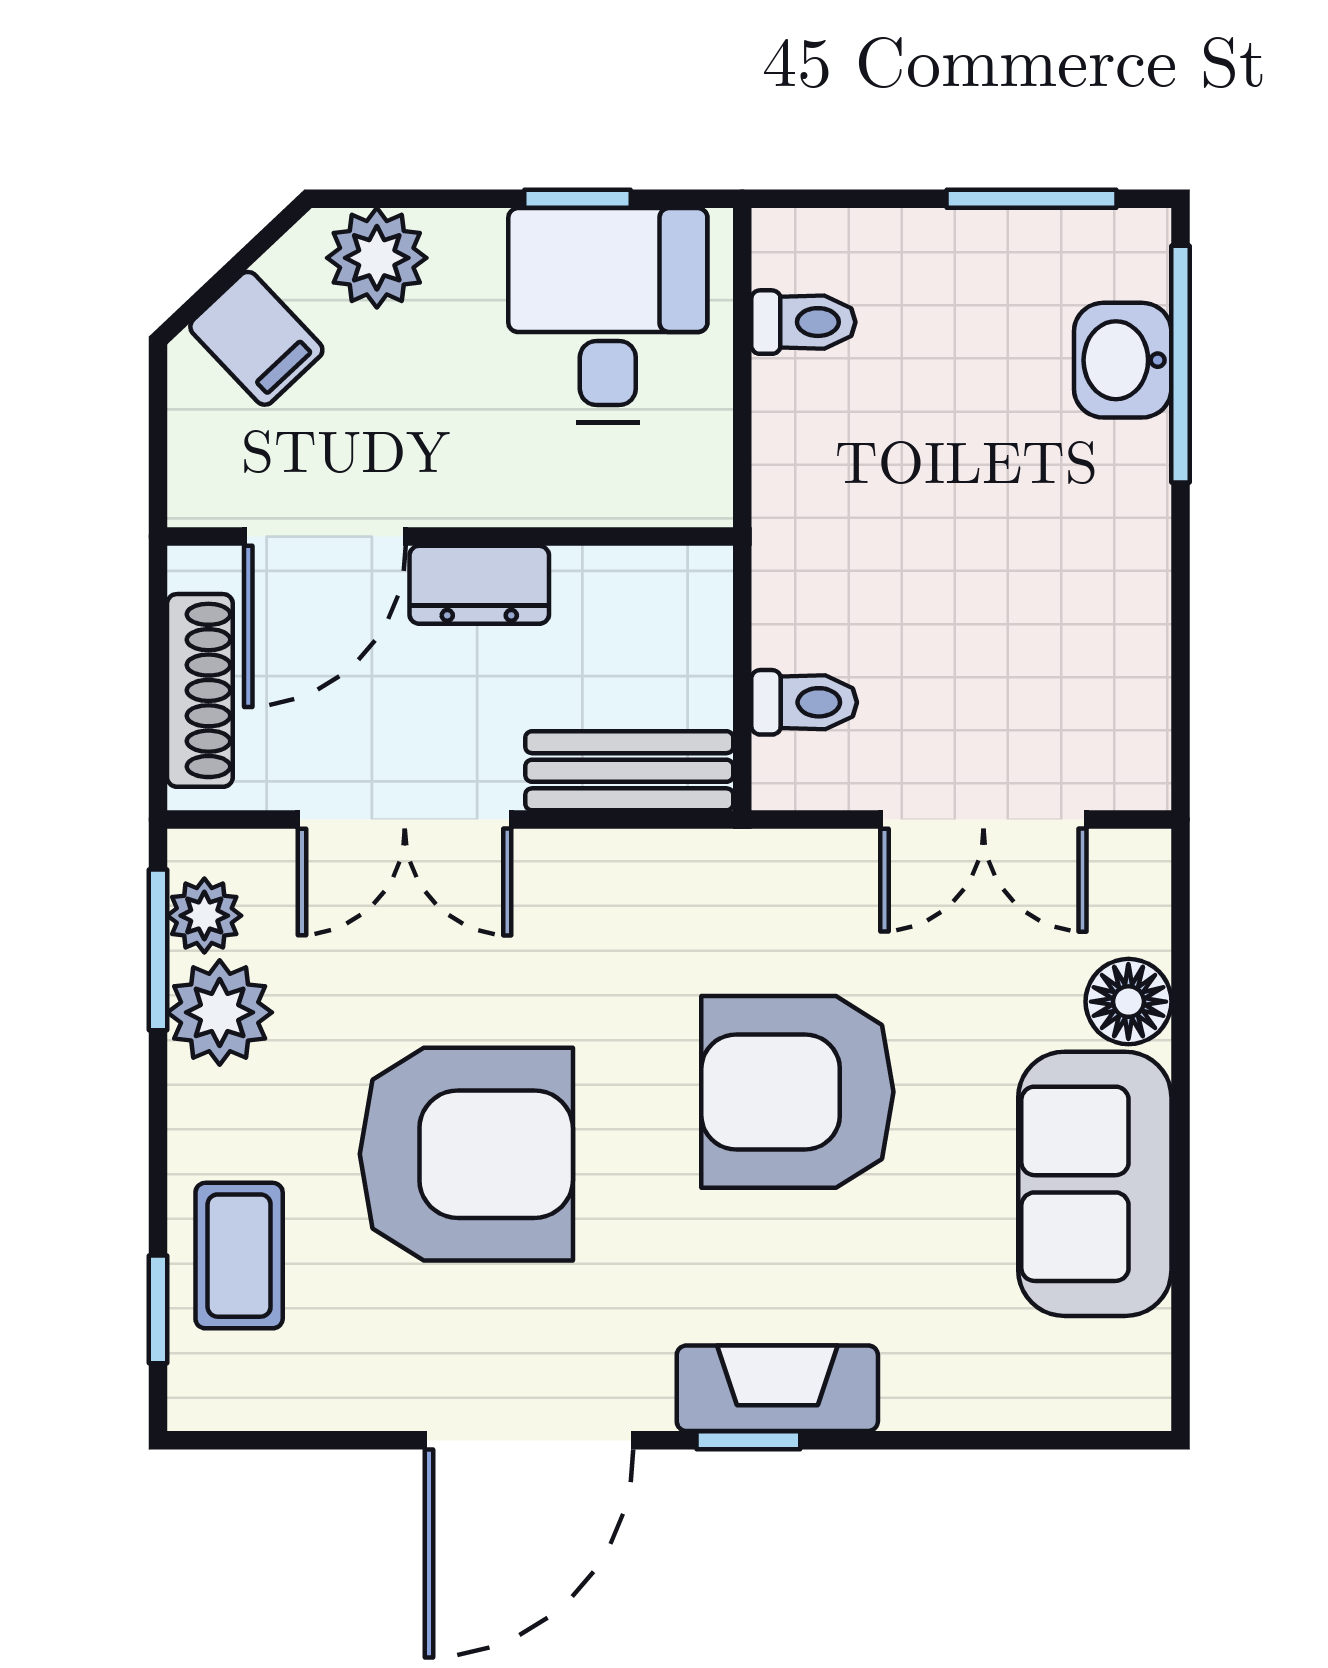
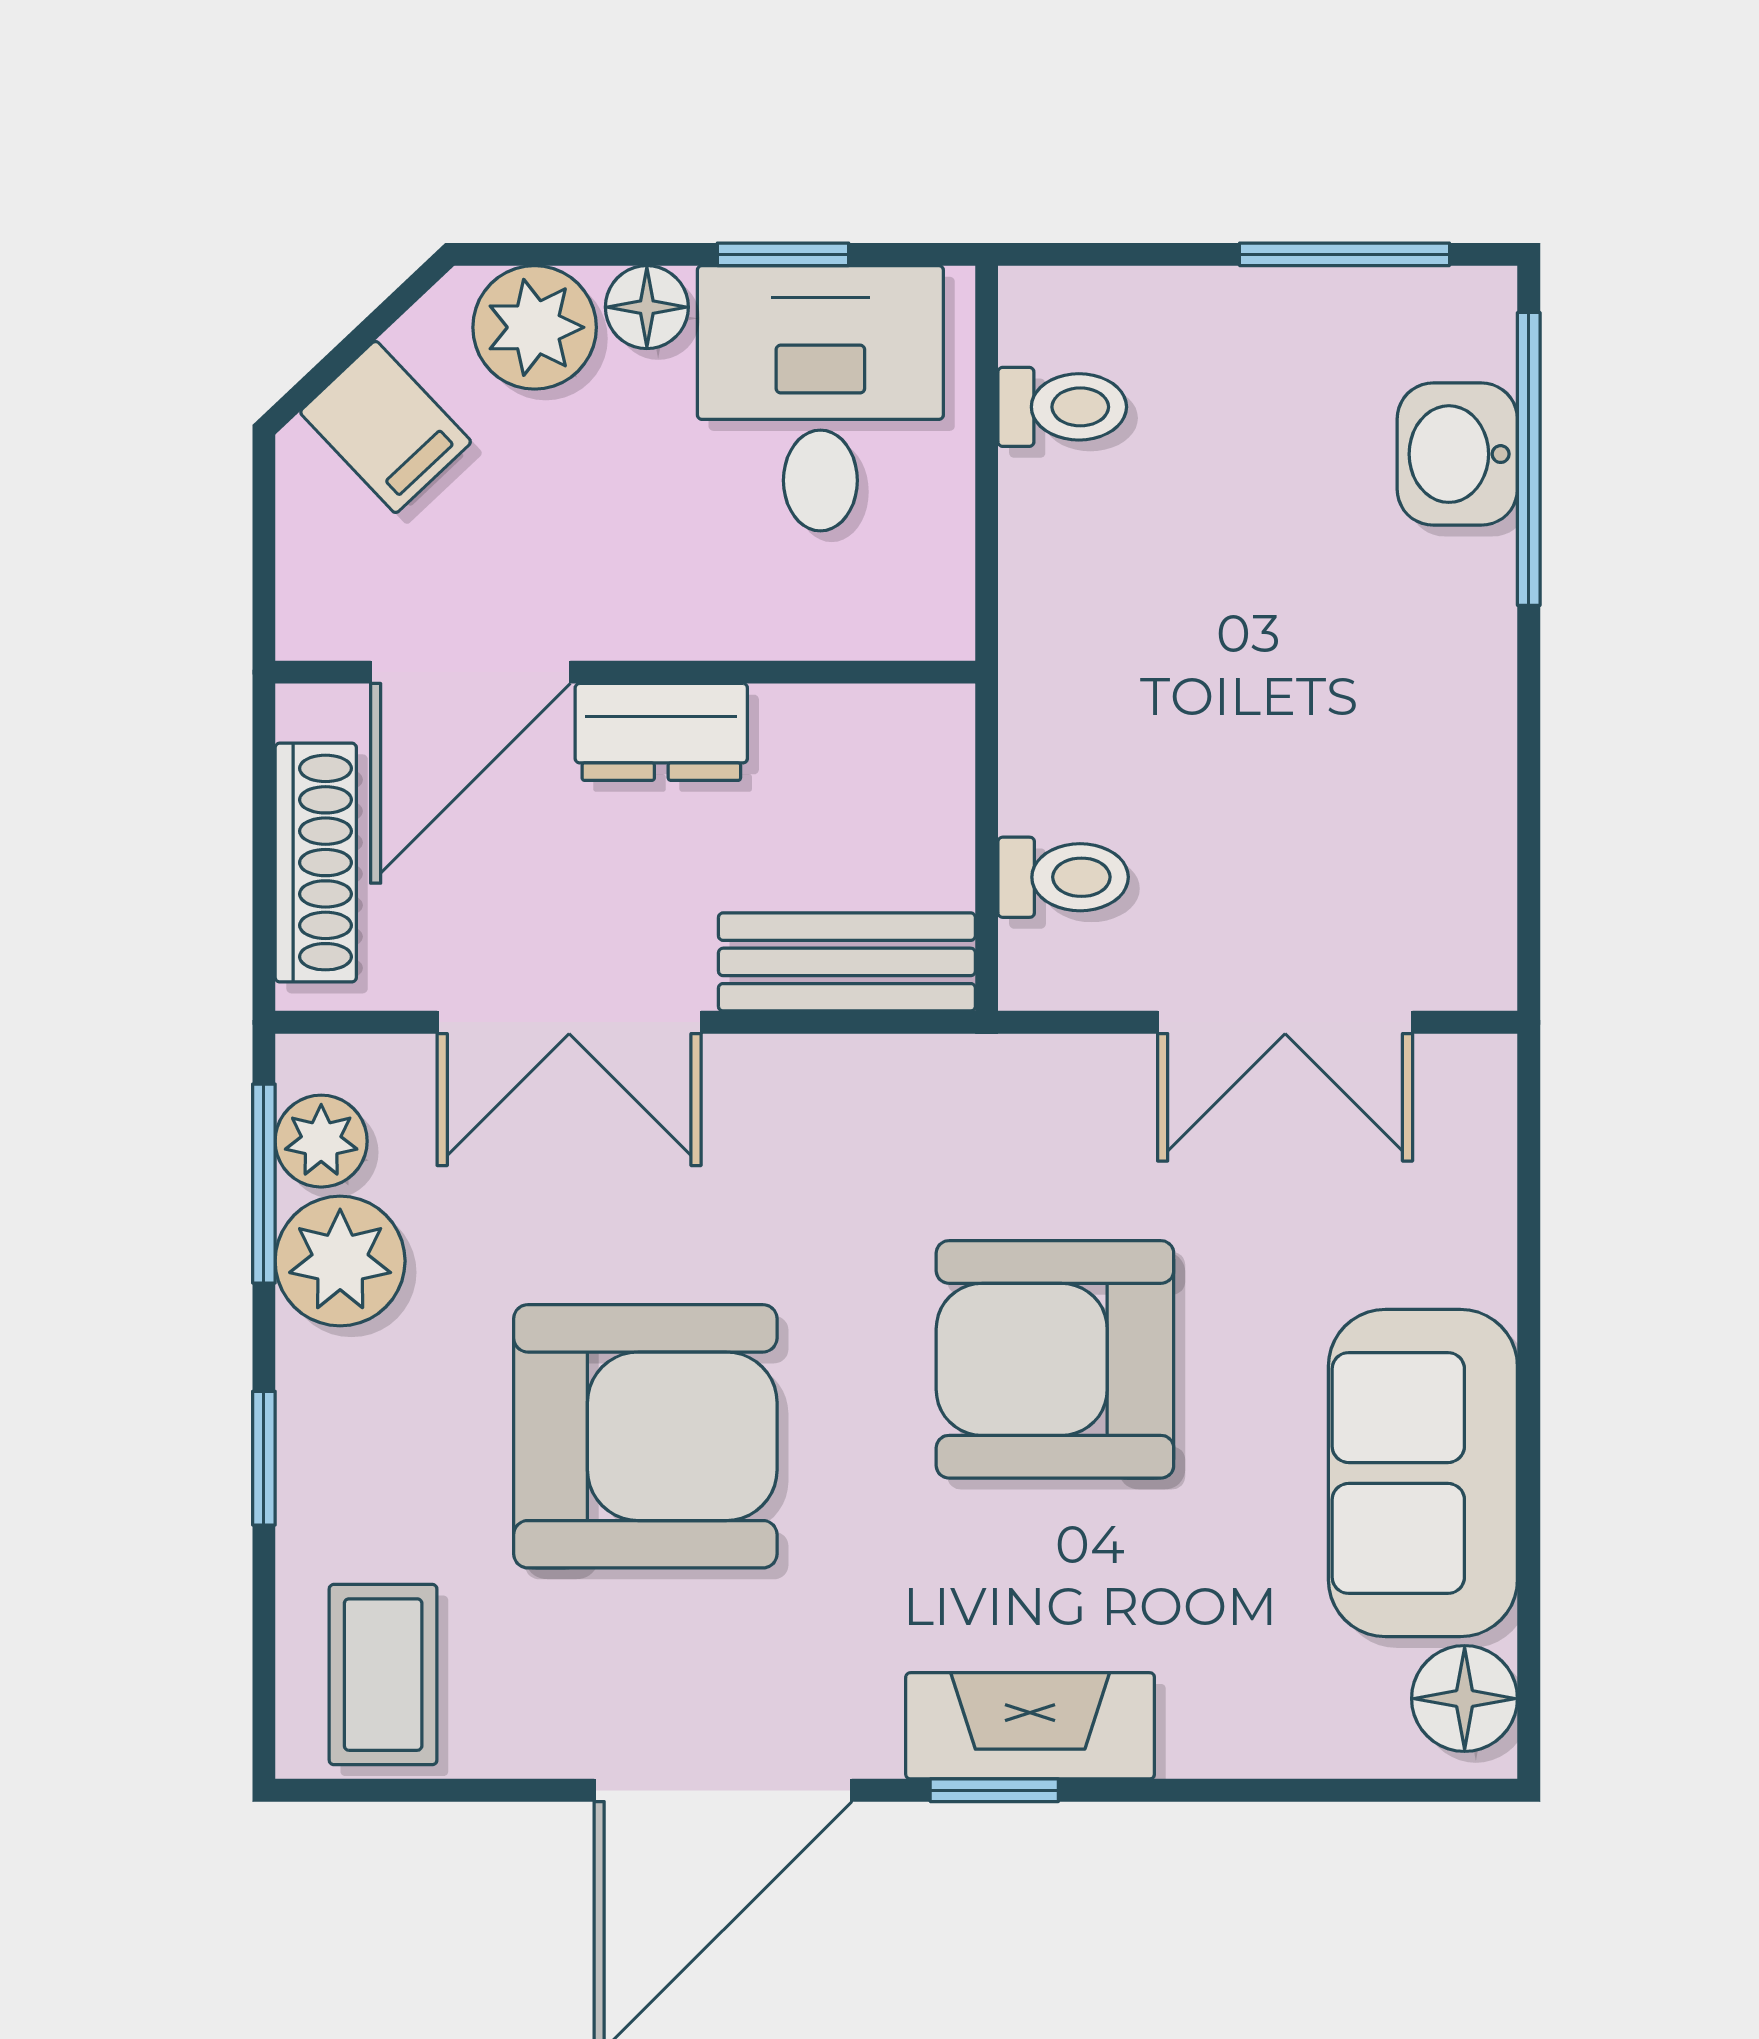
floor lamp: (468, 241) -> (647, 307), added
floor lamp: (1128, 1002) -> (1465, 1699), moved
coffee table: (239, 1256) -> (383, 1675), moved
window: (158, 1309) -> (264, 1458), moved

